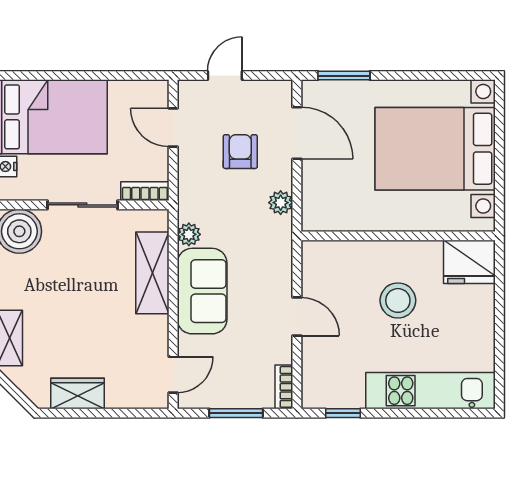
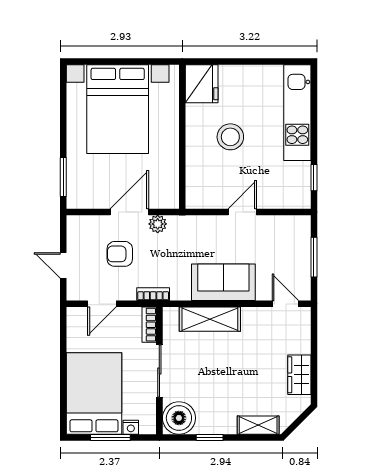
door: (297, 133) -> (129, 212), moved
plant: (189, 234) -> (181, 292), removed
bookcase: (284, 387) -> (153, 294), moved, turned 180

